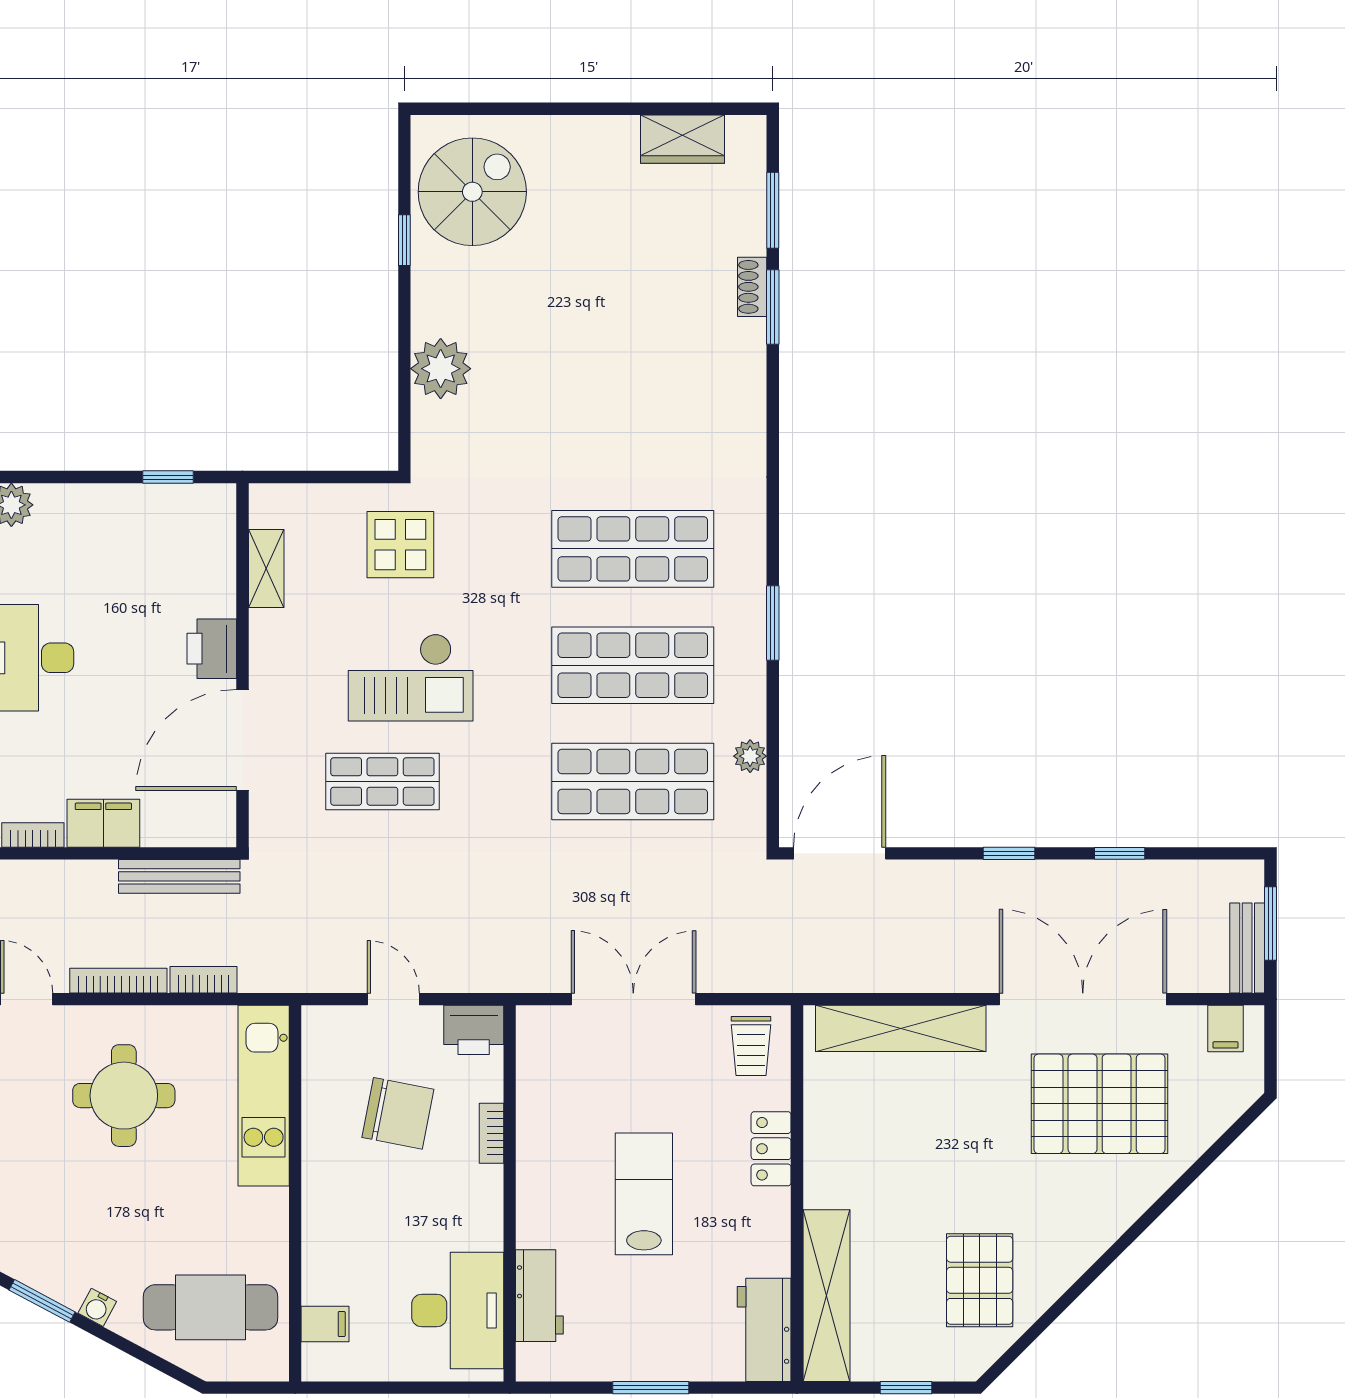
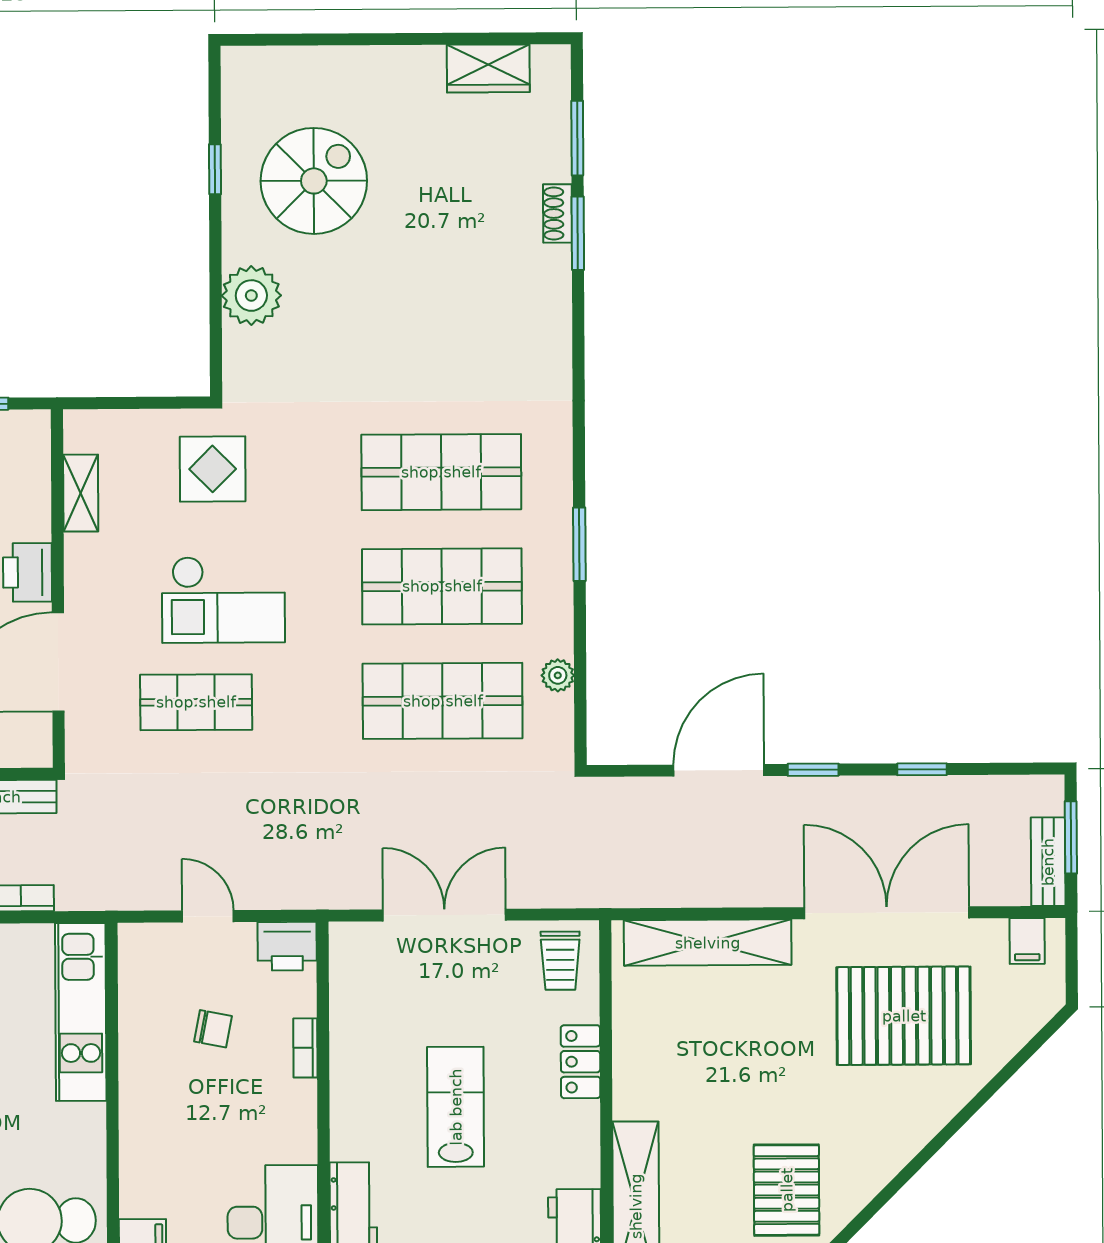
spiral stairs: (472, 192) -> (314, 181), moved
door: (840, 853) -> (719, 770), moved
chair: (398, 1113) -> (213, 1029), width x0.54, depth x0.54

